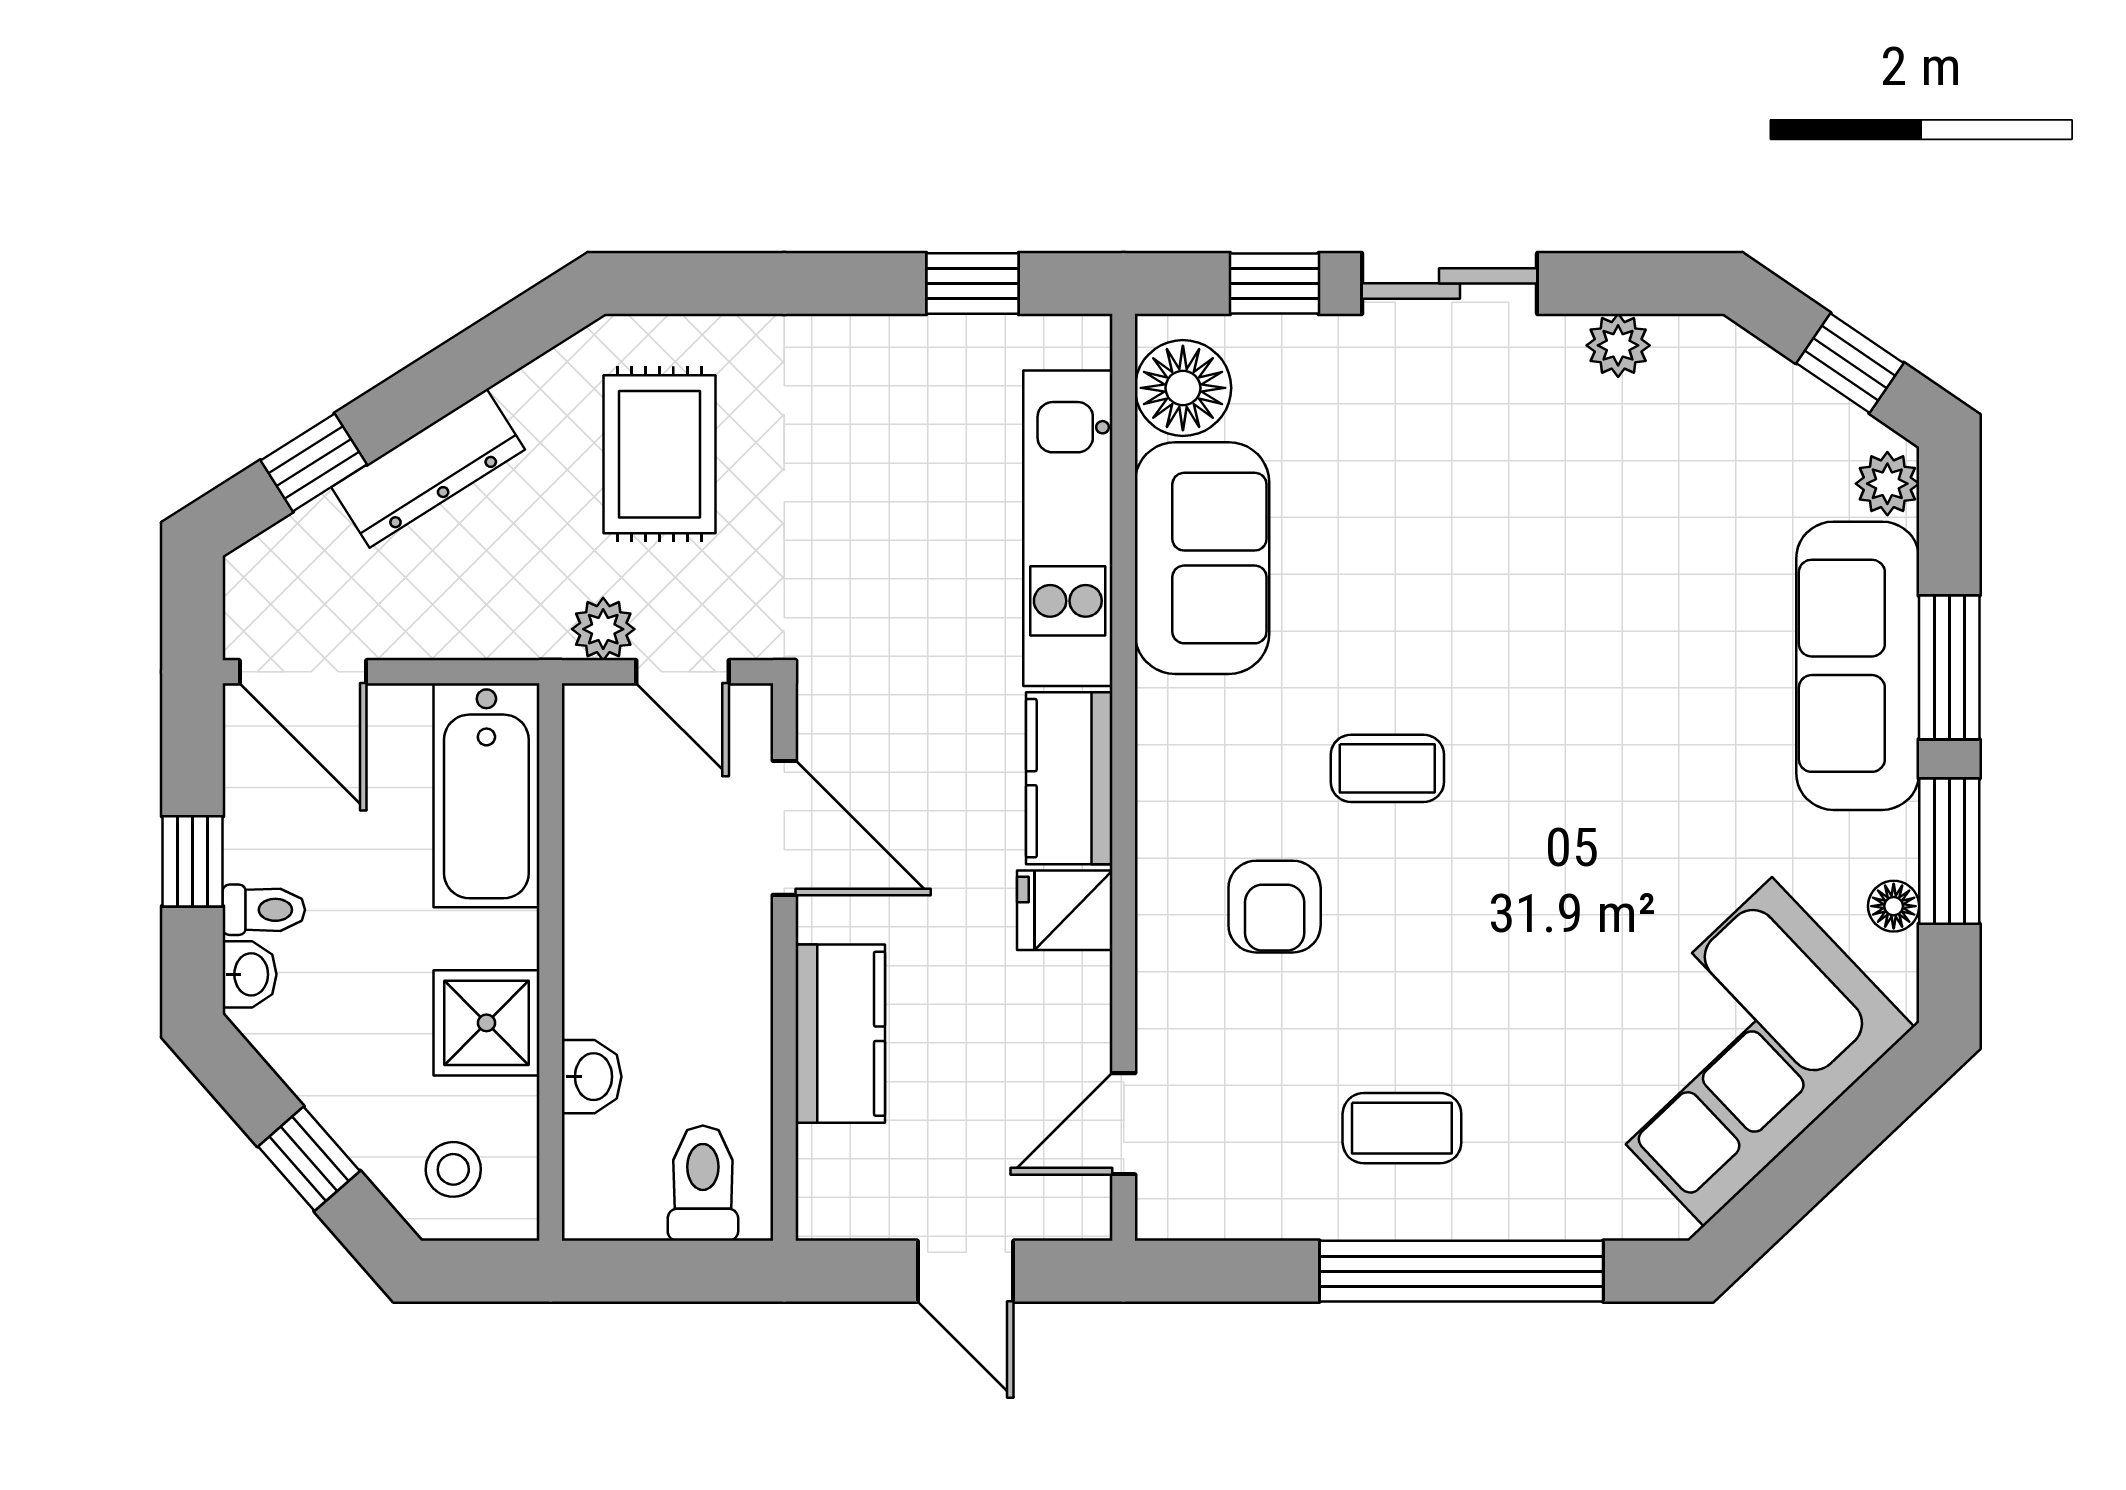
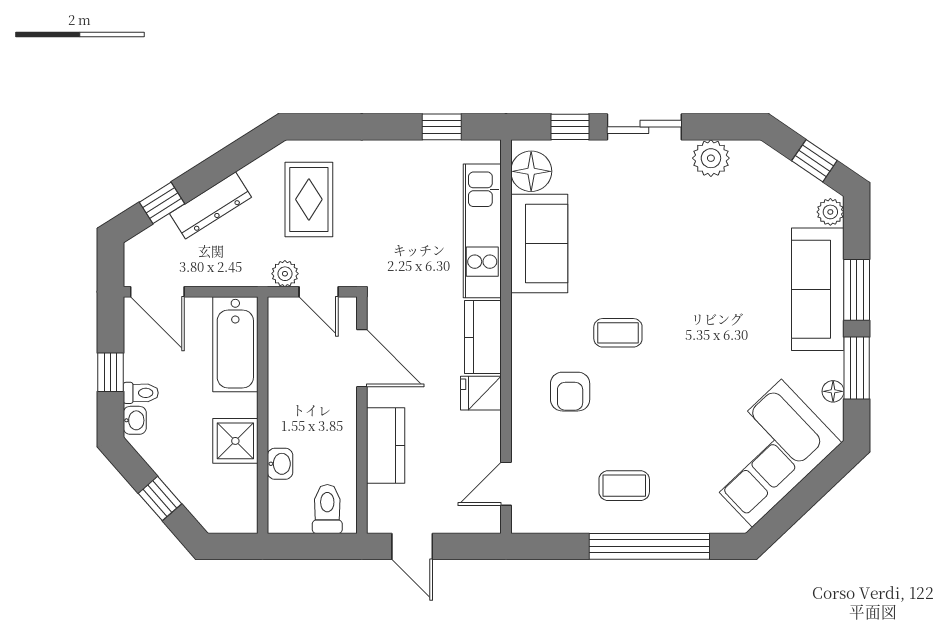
plant: (1618, 345) -> (711, 158), width x1.38, depth x1.38
stool: (453, 1169) -> (221, 503), removed
door: (965, 1271) -> (412, 546), moved

